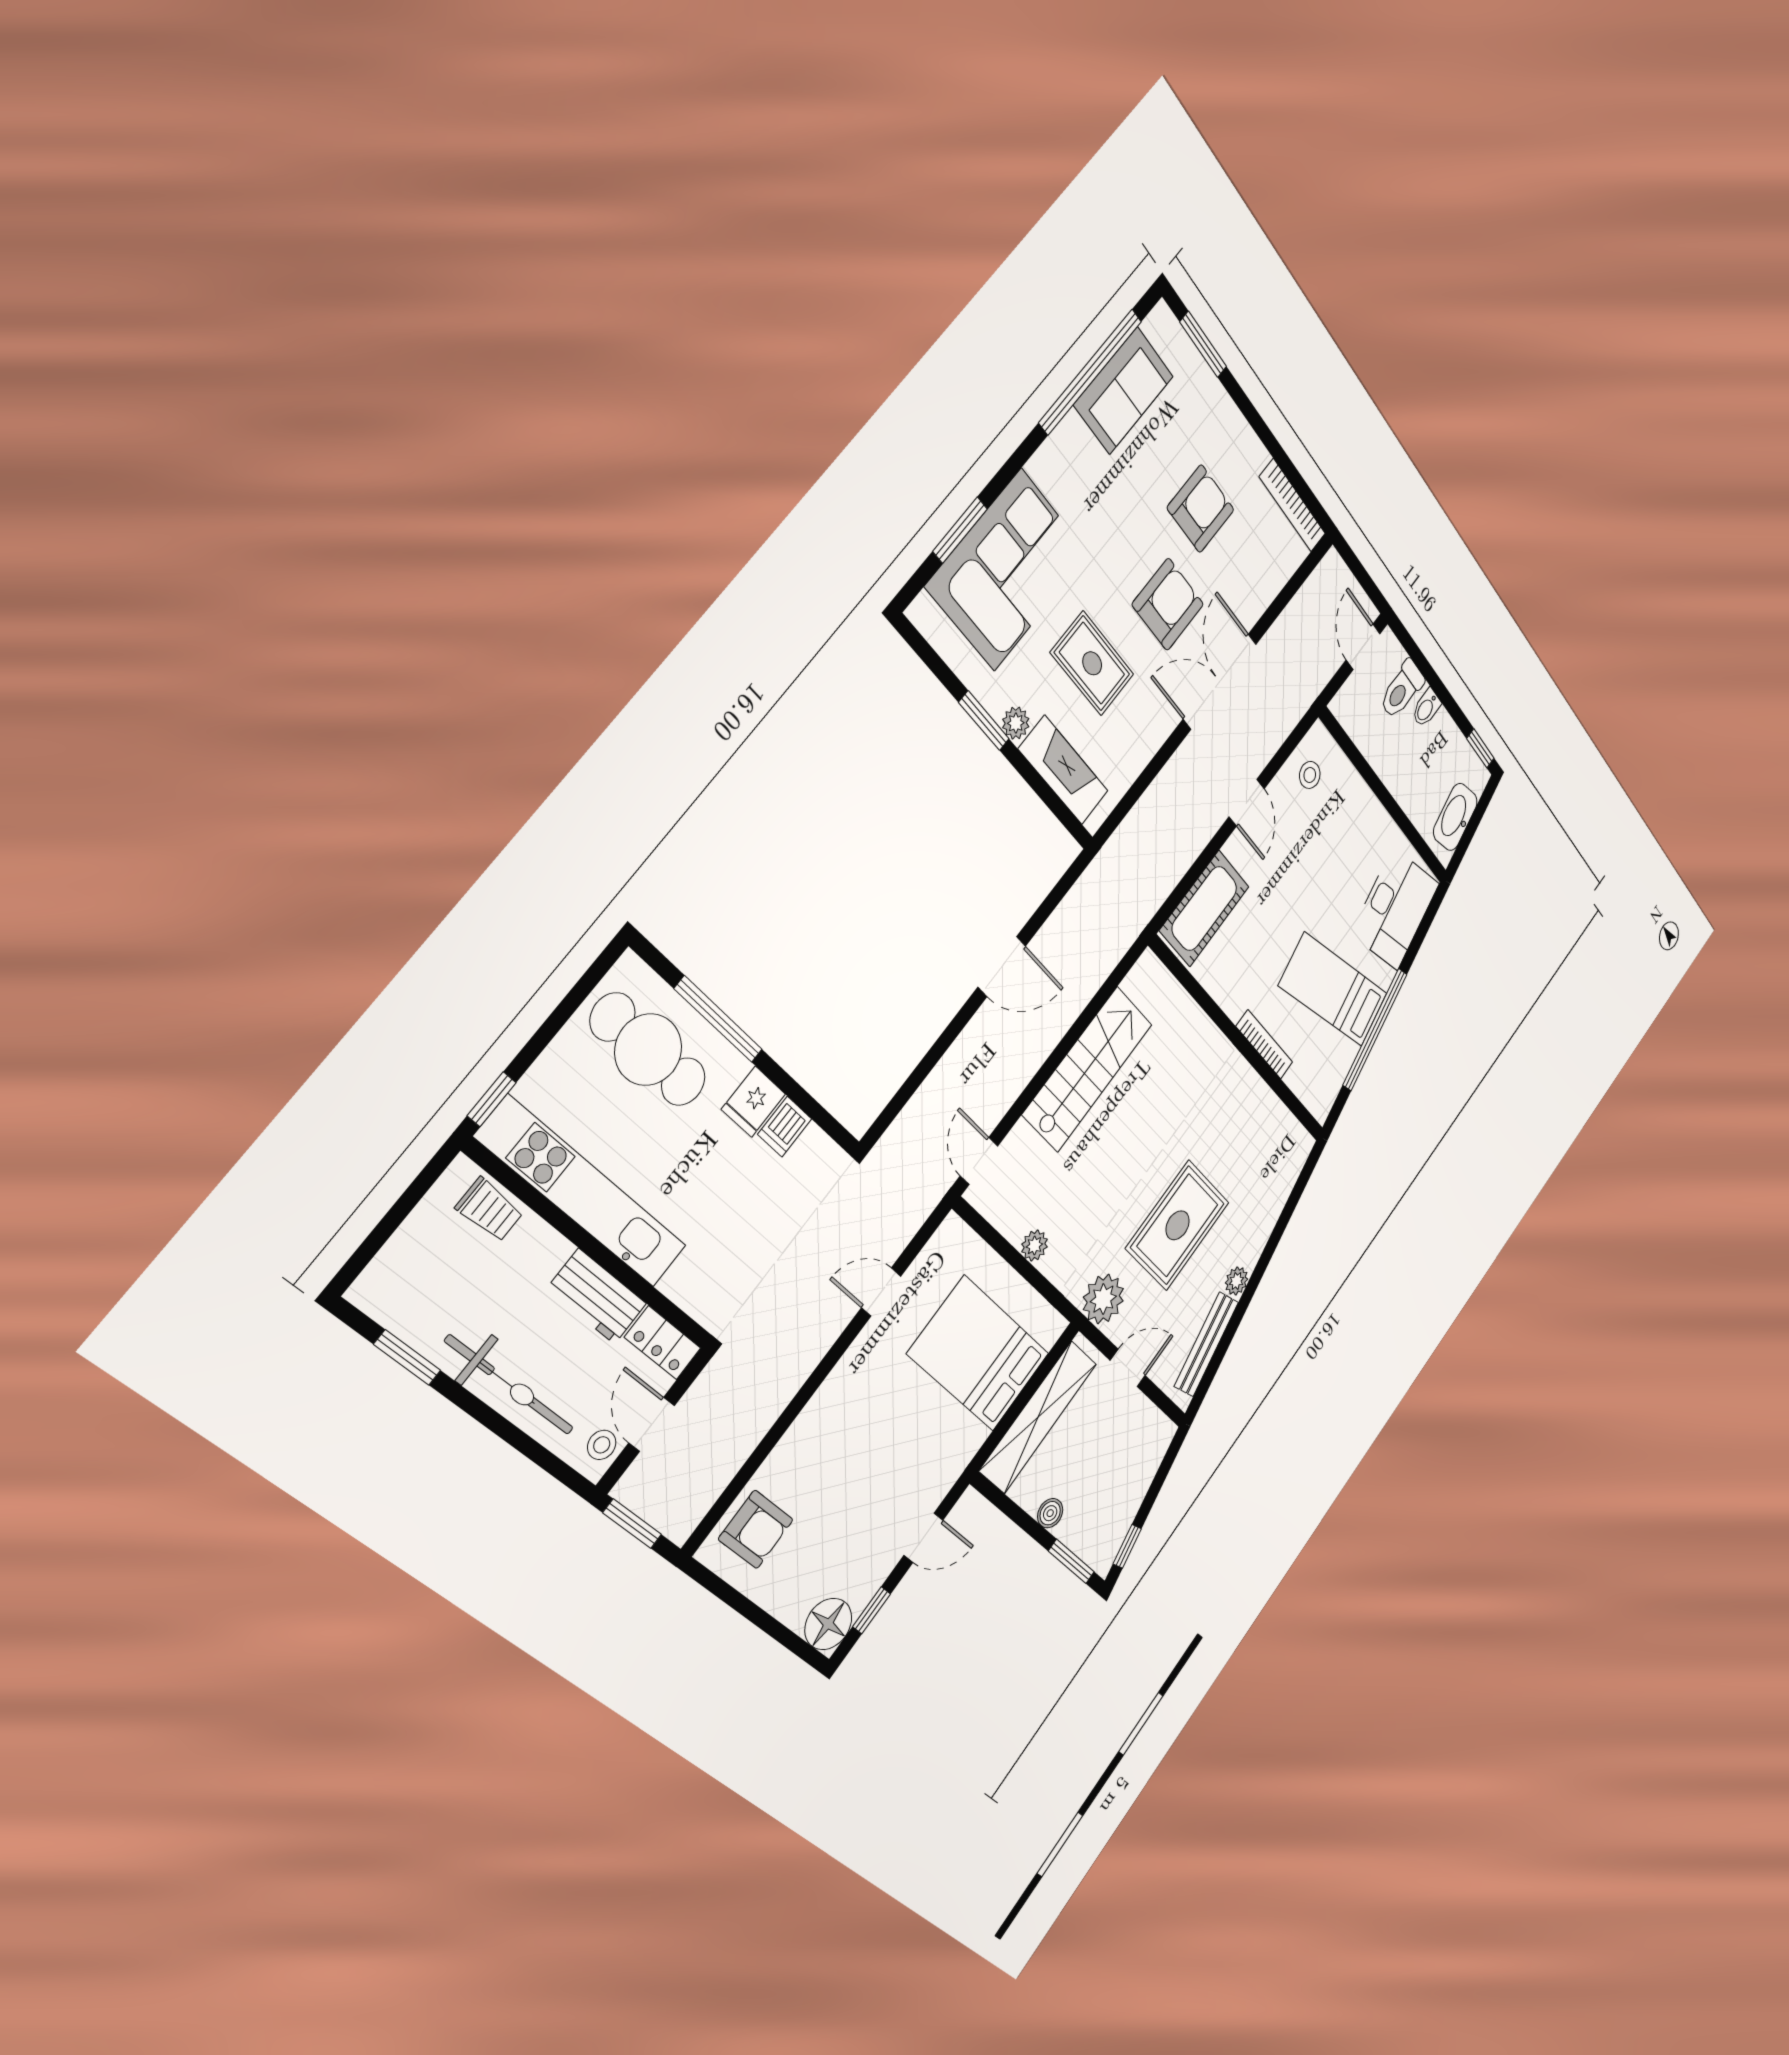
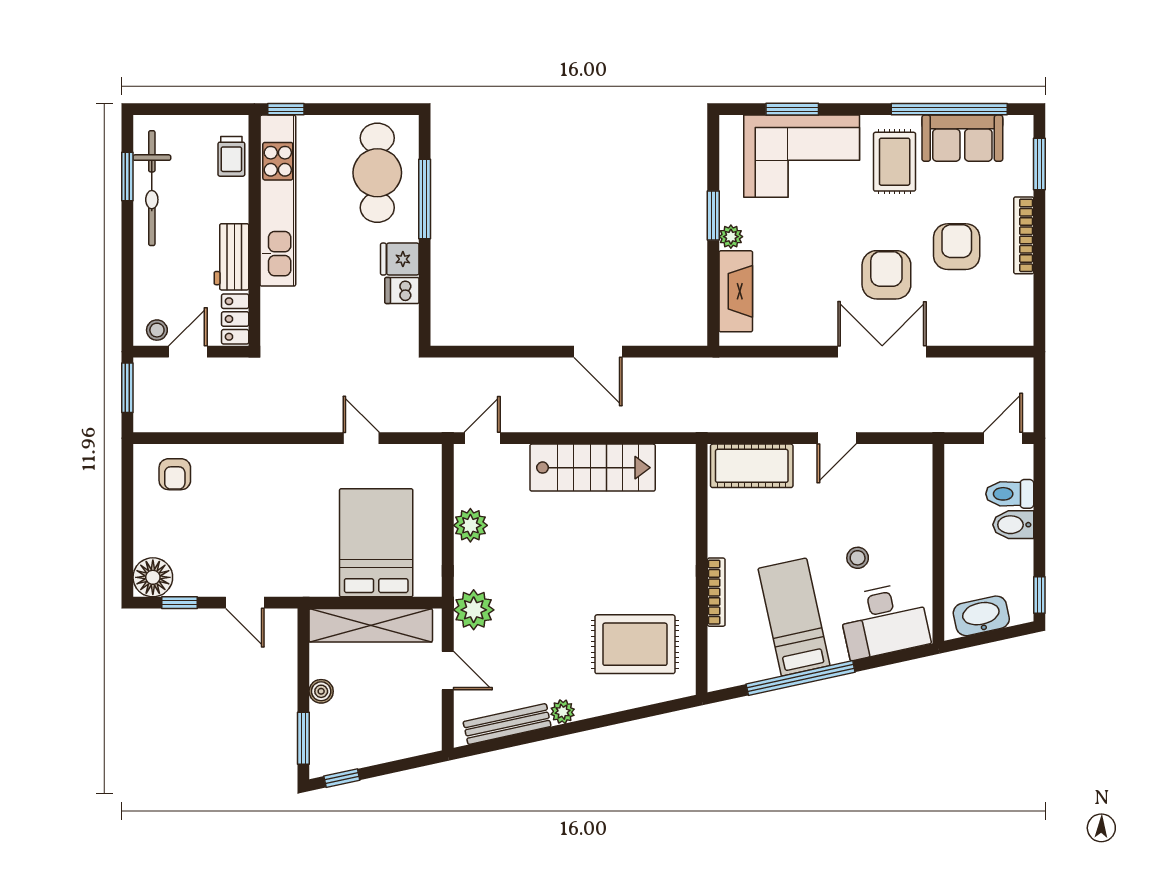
bookcase: (1292, 505) -> (1024, 235), moved
armchair: (1200, 509) -> (957, 247), turned -90
armchair: (1168, 604) -> (886, 275), turned -90
rug: (1092, 663) -> (895, 162), moved
bidet: (1426, 708) -> (1013, 525), width x1.38, depth x1.36
stool: (1310, 775) -> (858, 558), moved
rug: (1178, 1225) -> (635, 644), moved
plant: (1035, 1246) -> (470, 525), width x1.38, depth x1.38
bicycle: (510, 1385) -> (152, 188), moved
armchair: (756, 1529) -> (175, 474), width x0.72, depth x0.72

